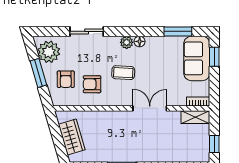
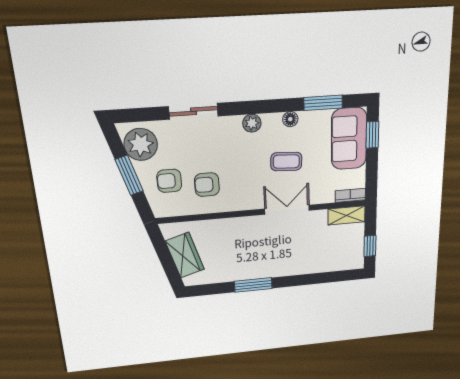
floor lamp: (140, 41) -> (290, 119), moved
coffee table: (123, 73) -> (286, 162), moved
armchair: (66, 79) -> (169, 181), turned 90

